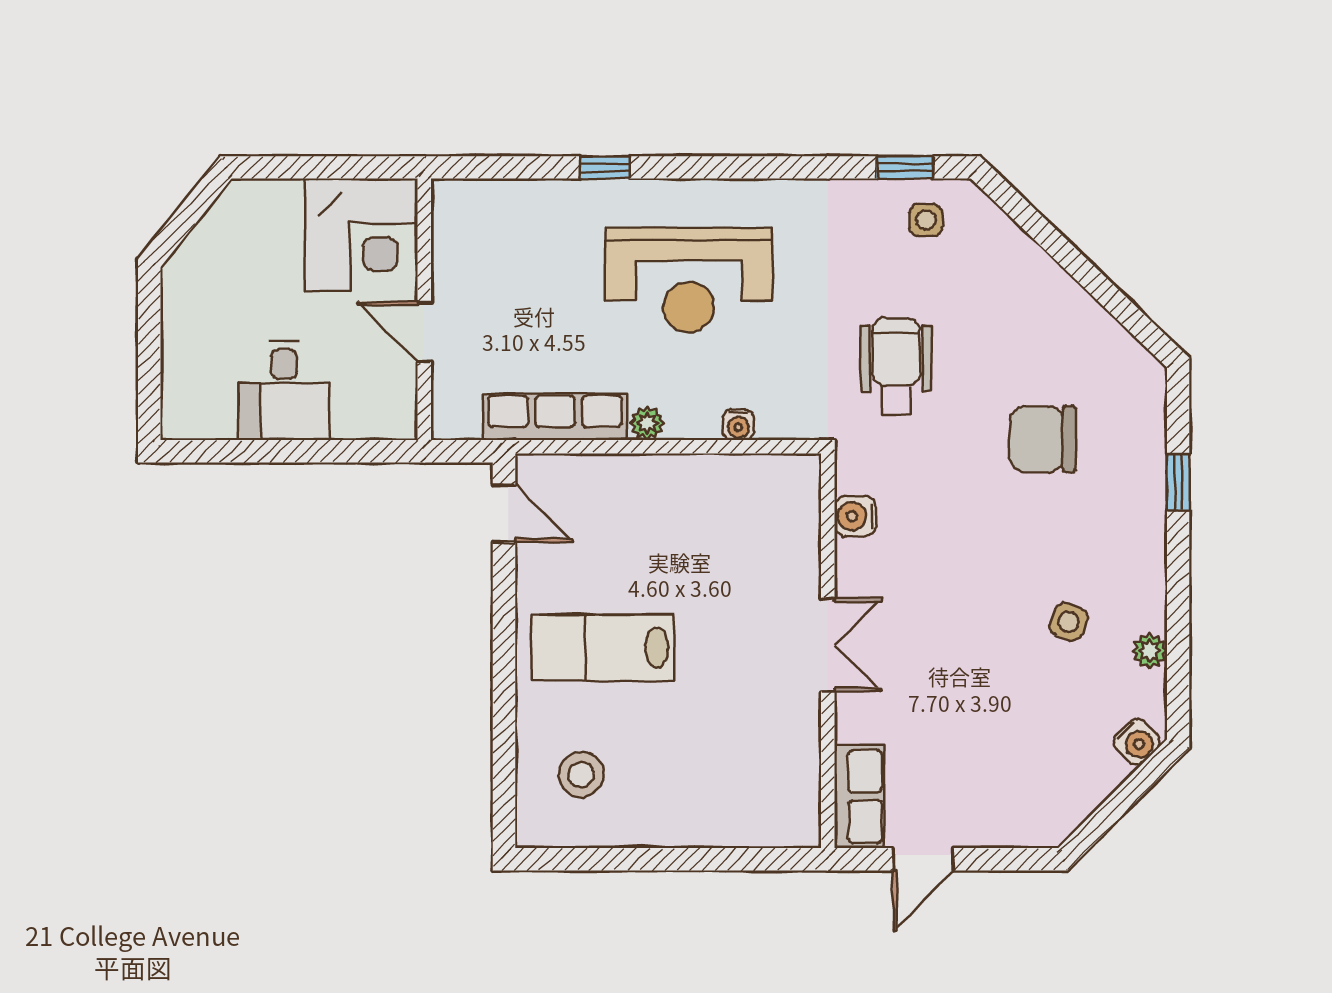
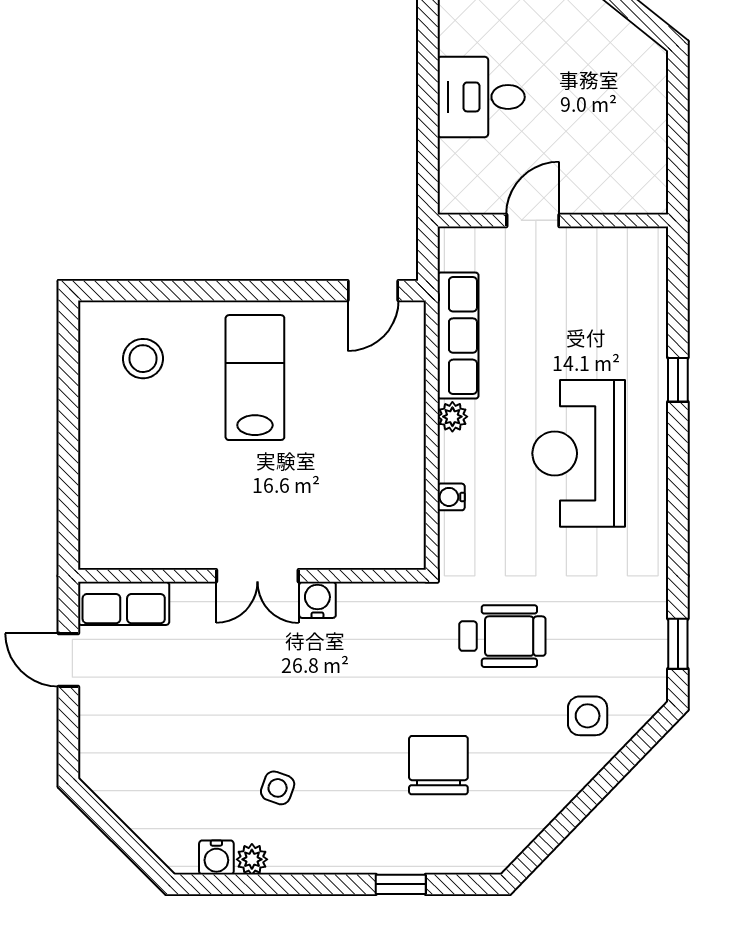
side table: (926, 220) -> (588, 716), moved, width x1.37, depth x1.37
corner desk: (361, 235) -> (618, 165), removed
water cooler: (855, 516) -> (317, 600), moved
water cooler: (1137, 742) -> (216, 857), moved, turned -45

